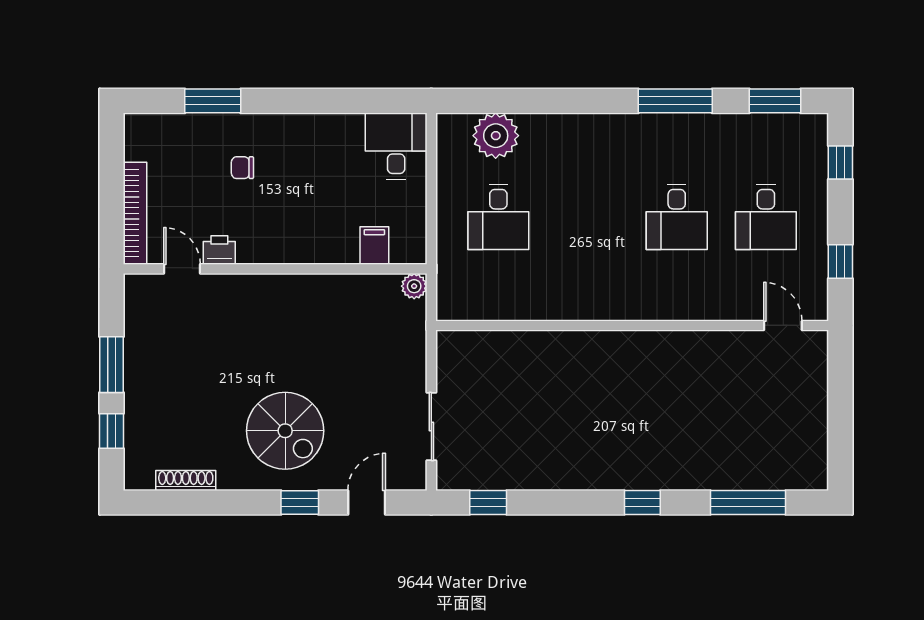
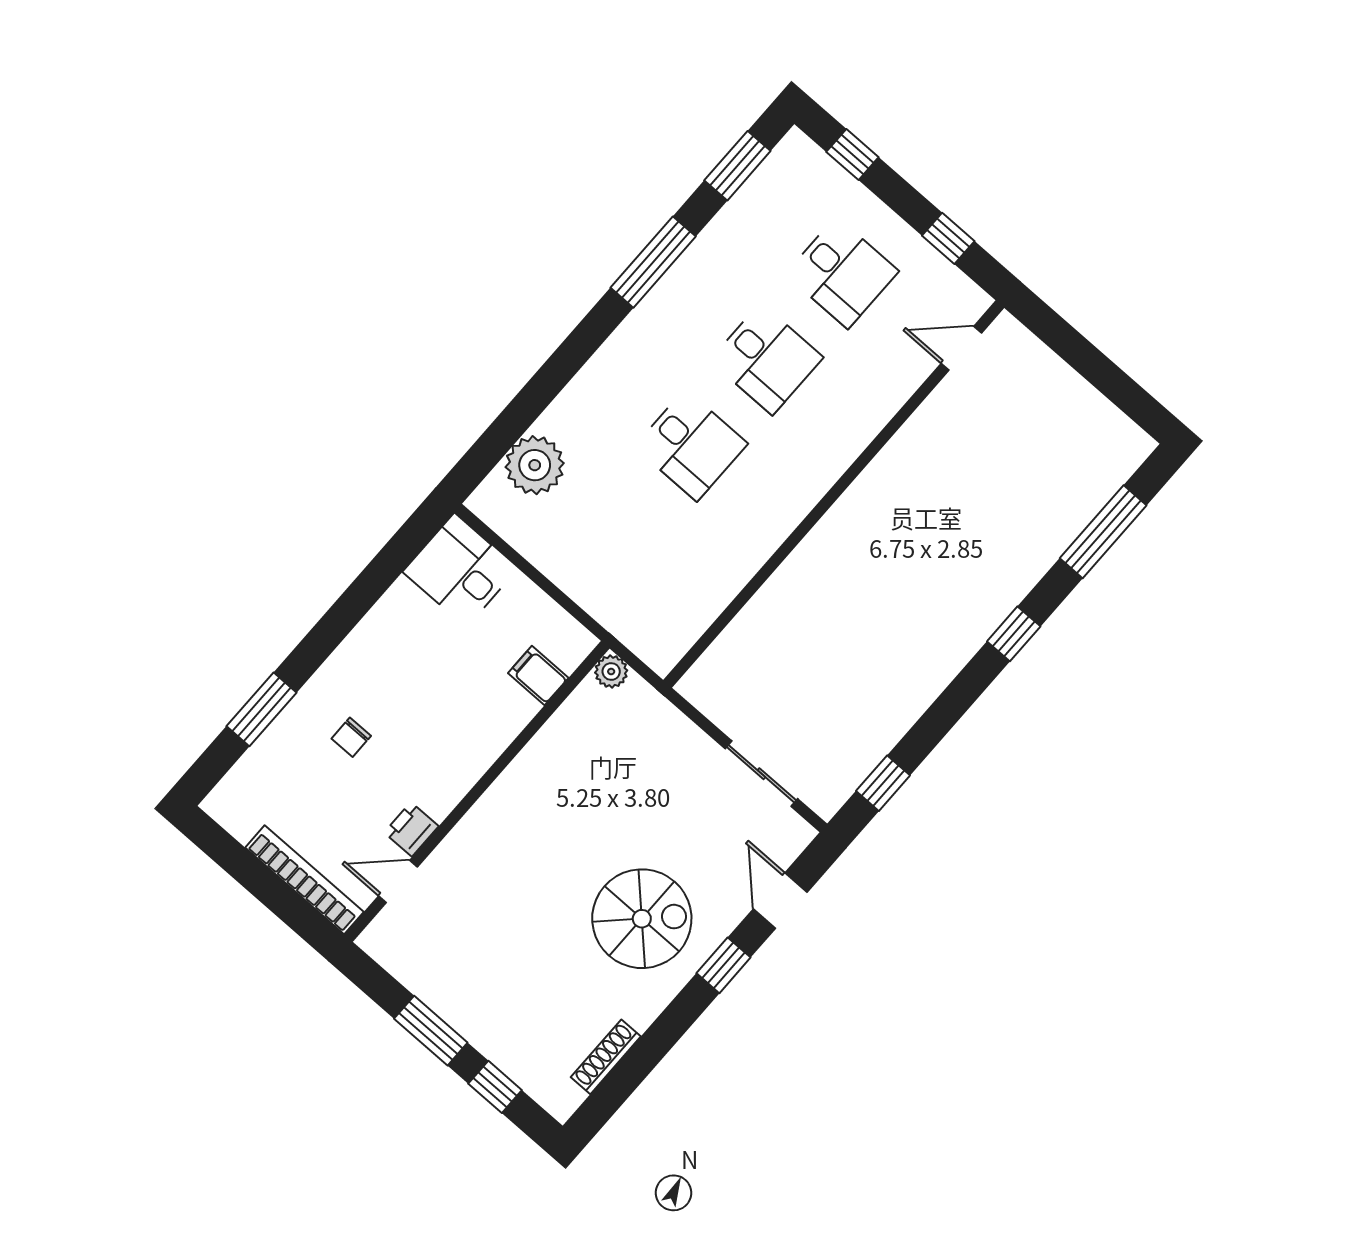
desk: (498, 217) -> (691, 445), moved

